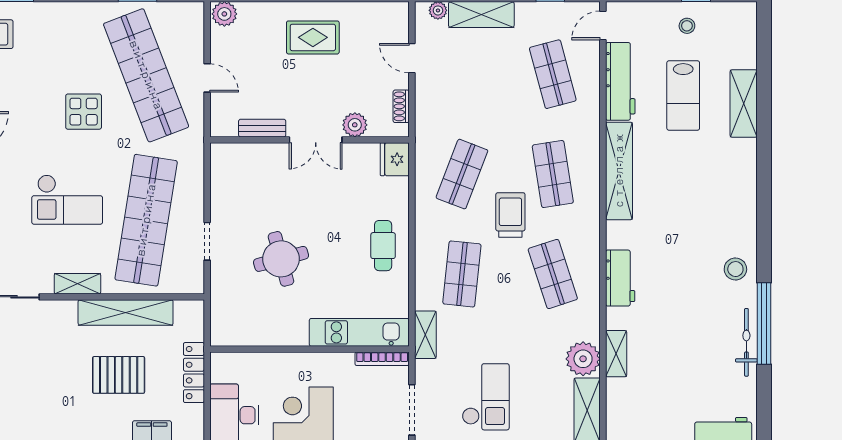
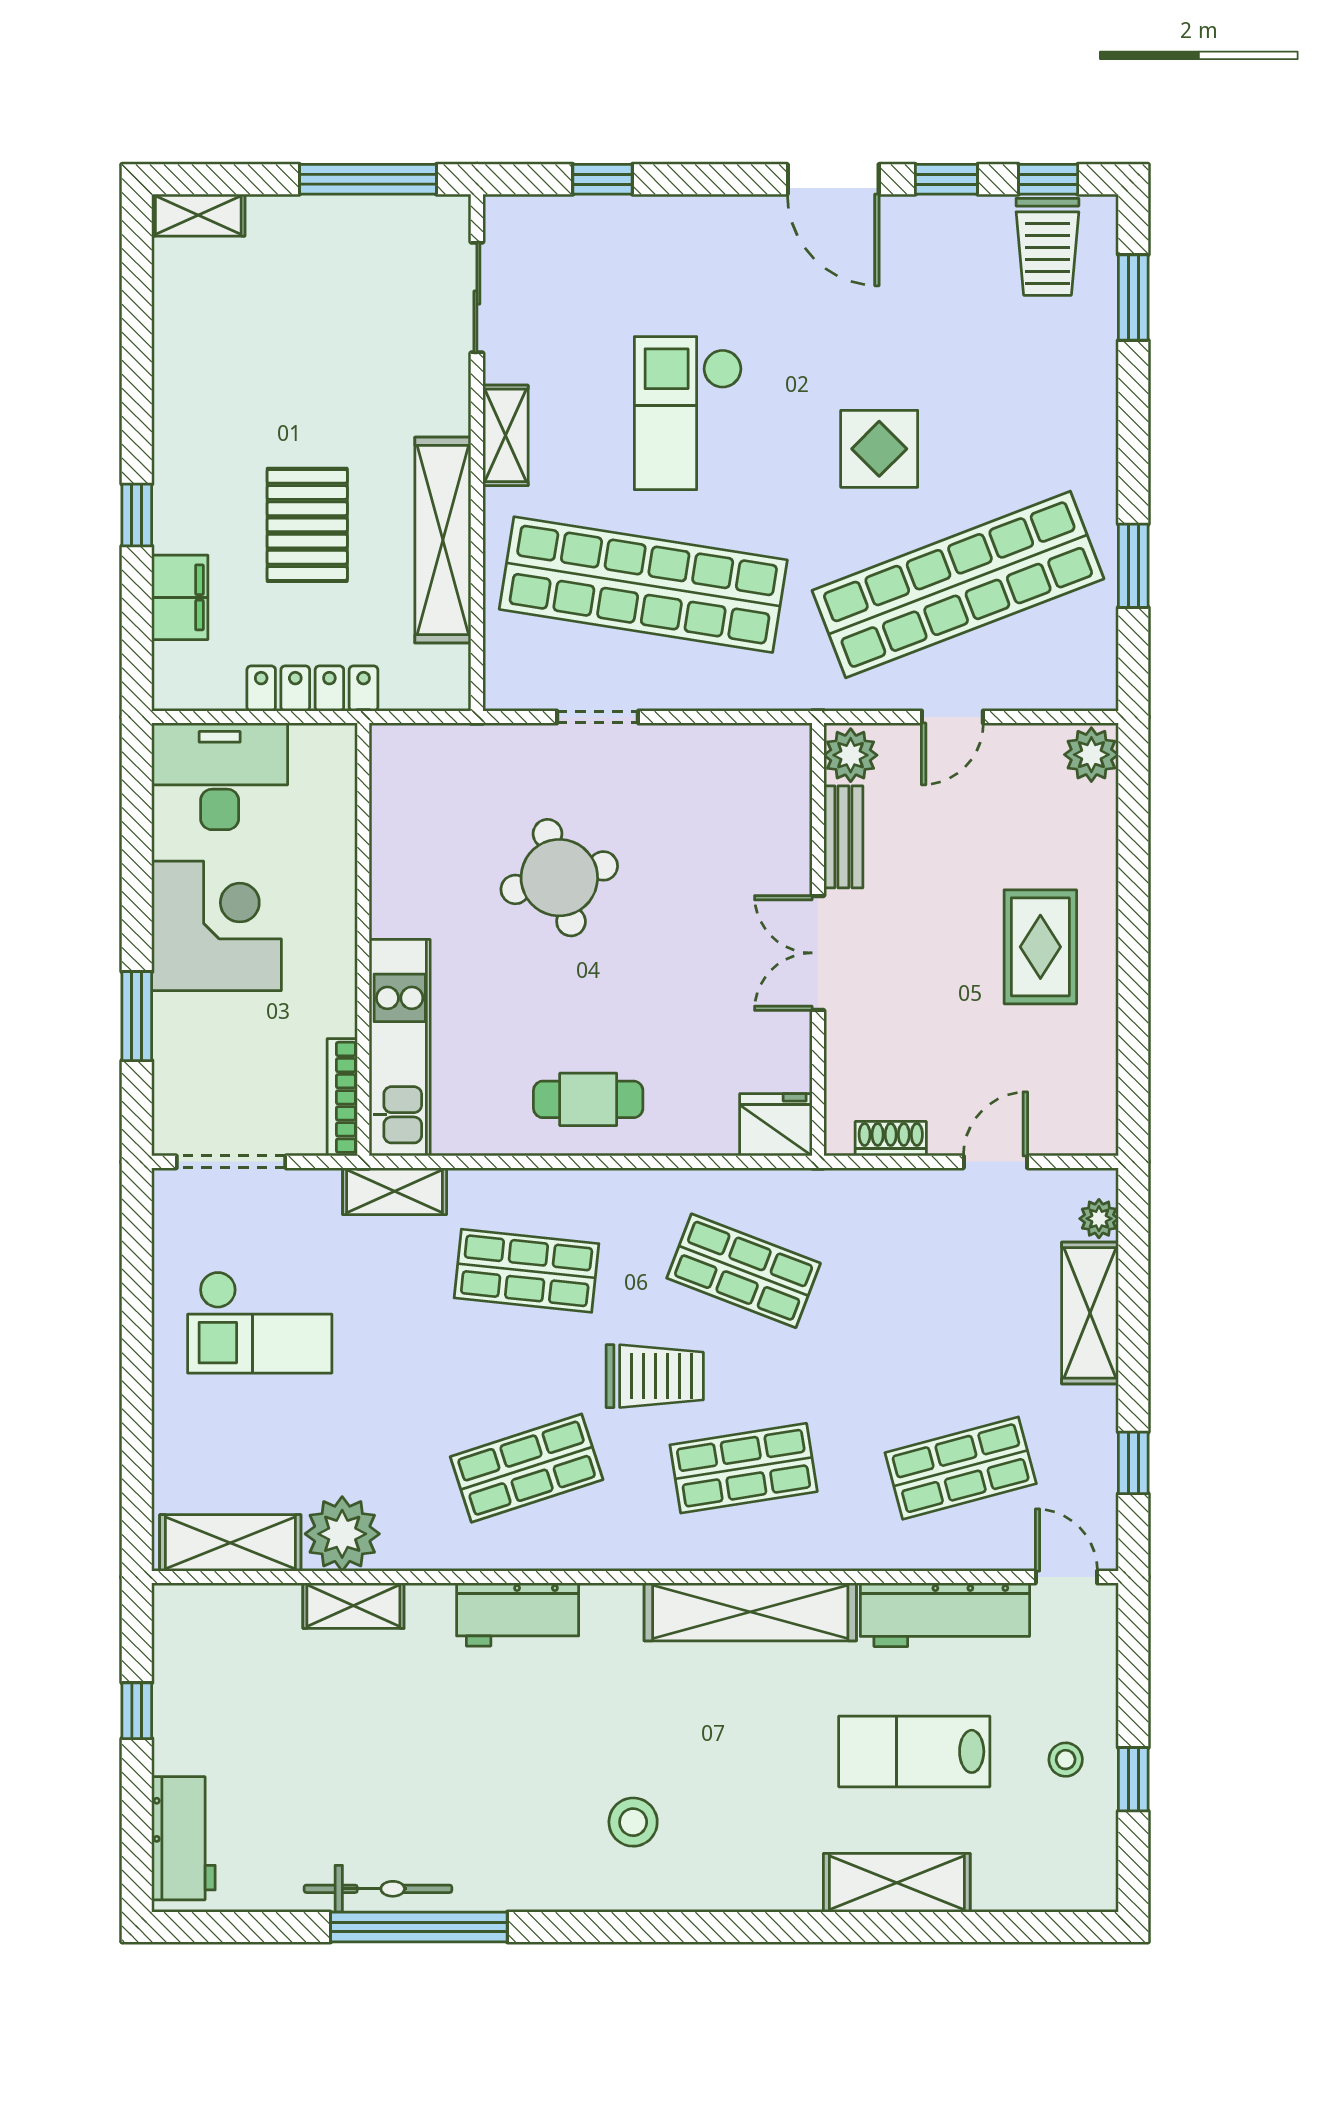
plant: (355, 125) -> (851, 755), moved
stool: (735, 269) -> (633, 1822), moved

